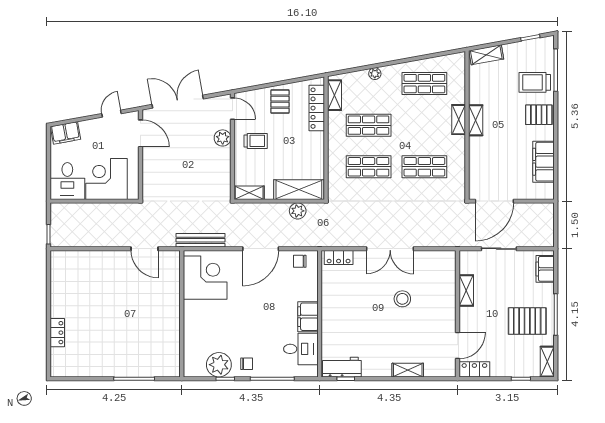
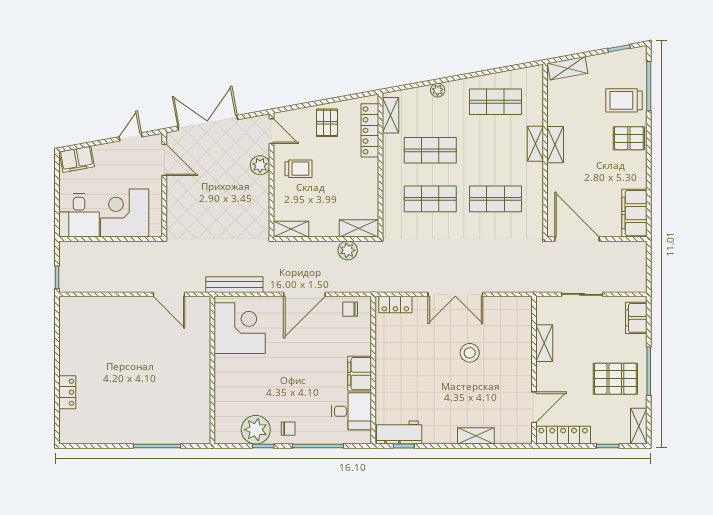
filing cabinet: (544, 162) -> (634, 213), moved
shelving: (299, 190) -> (359, 228), width x0.67, depth x0.75
door: (494, 201) -> (577, 239), swing flipped
locker: (474, 369) -> (563, 435), width x1.53

